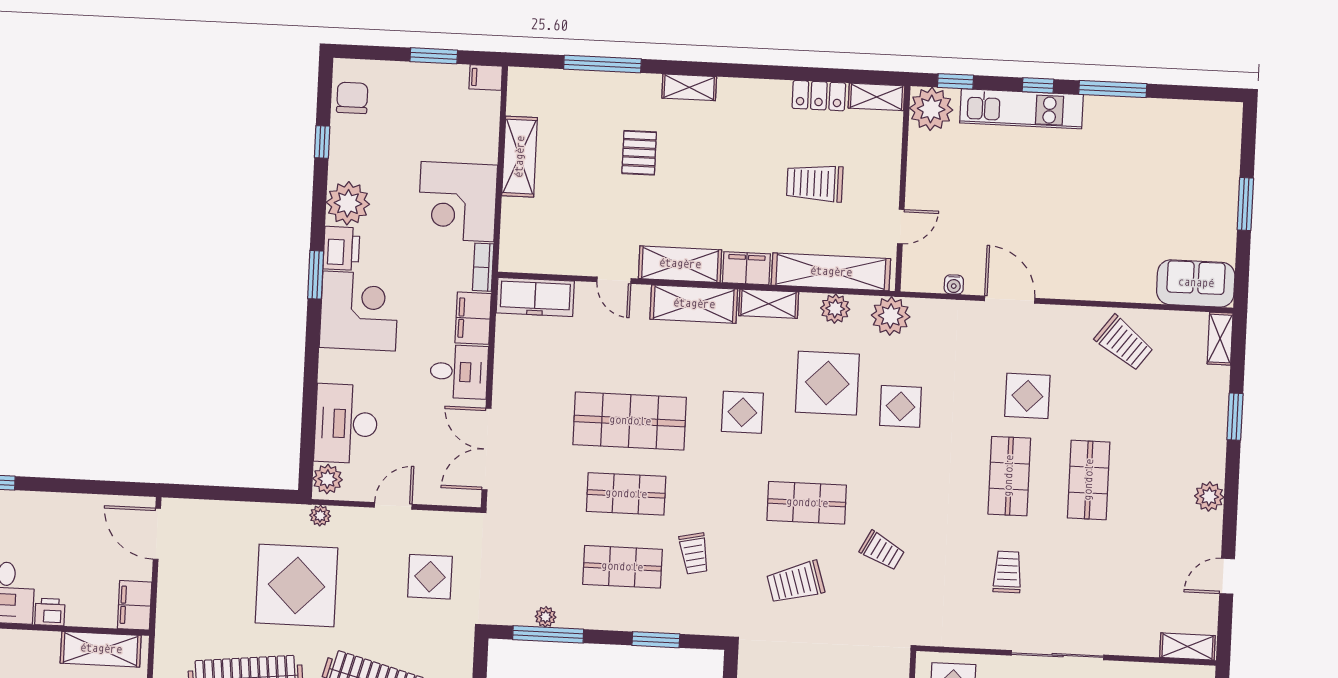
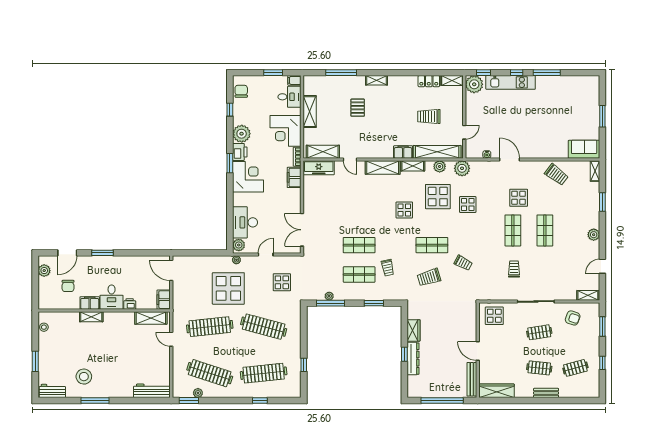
shelving: (680, 264) -> (323, 152), moved
desk: (459, 372) -> (290, 97), moved
shop shelf: (630, 421) -> (359, 216), removed

